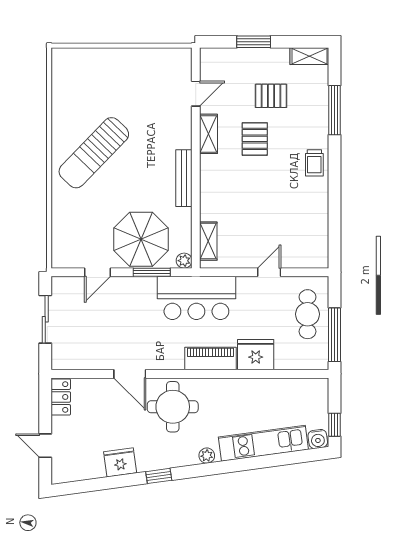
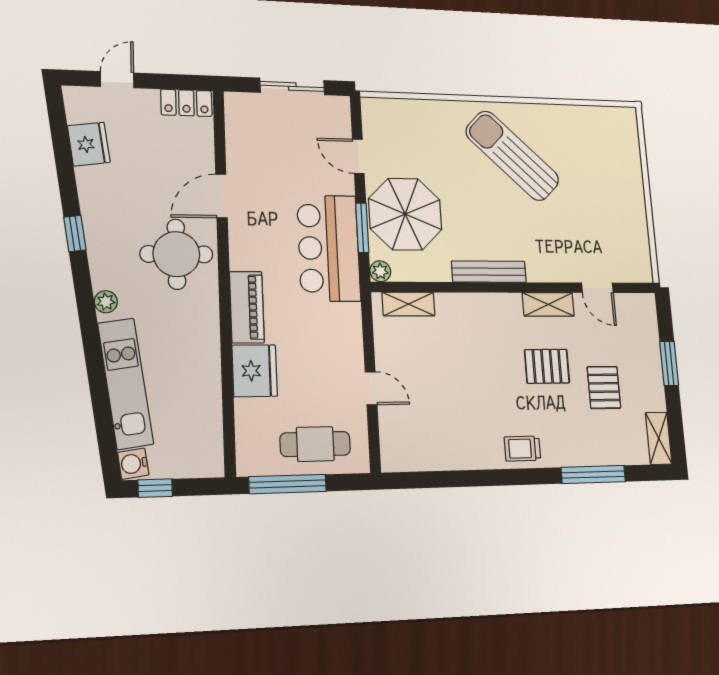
bar counter: (196, 298) -> (329, 248), moved
fridge: (120, 462) -> (89, 144), moved

